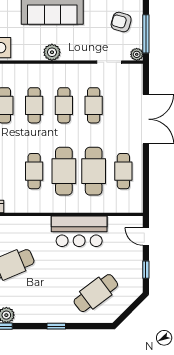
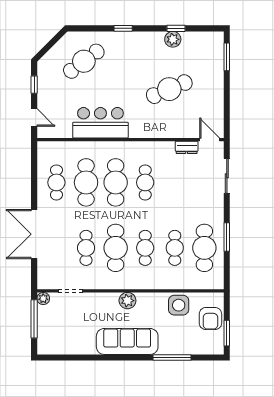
armchair: (121, 22) -> (59, 331), removed
cafe table: (64, 105) -> (116, 248), width x1.37, depth x1.35

